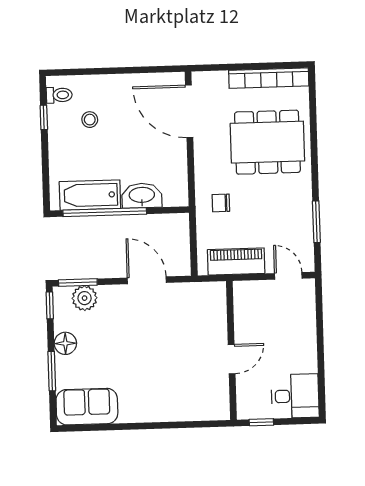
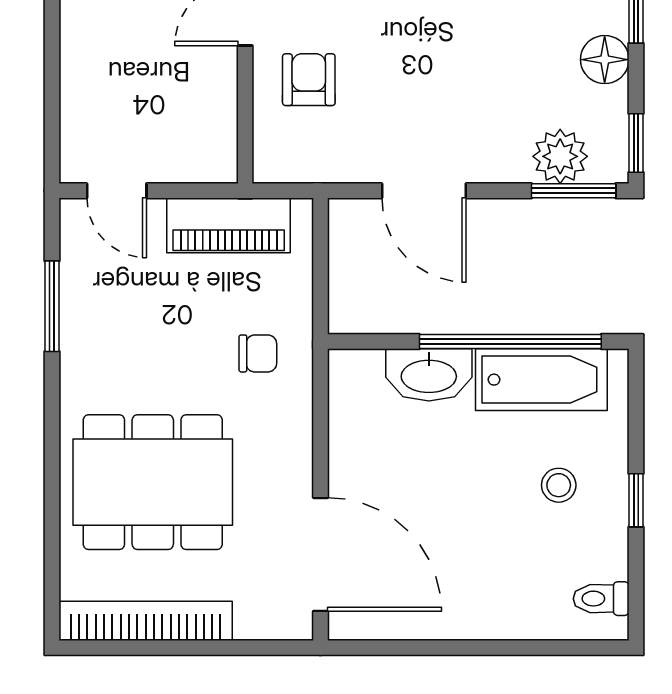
window: (44, 117) -> (636, 500), moved
stool: (90, 120) -> (559, 485), moved
armchair: (201, 330) -> (309, 80), added

